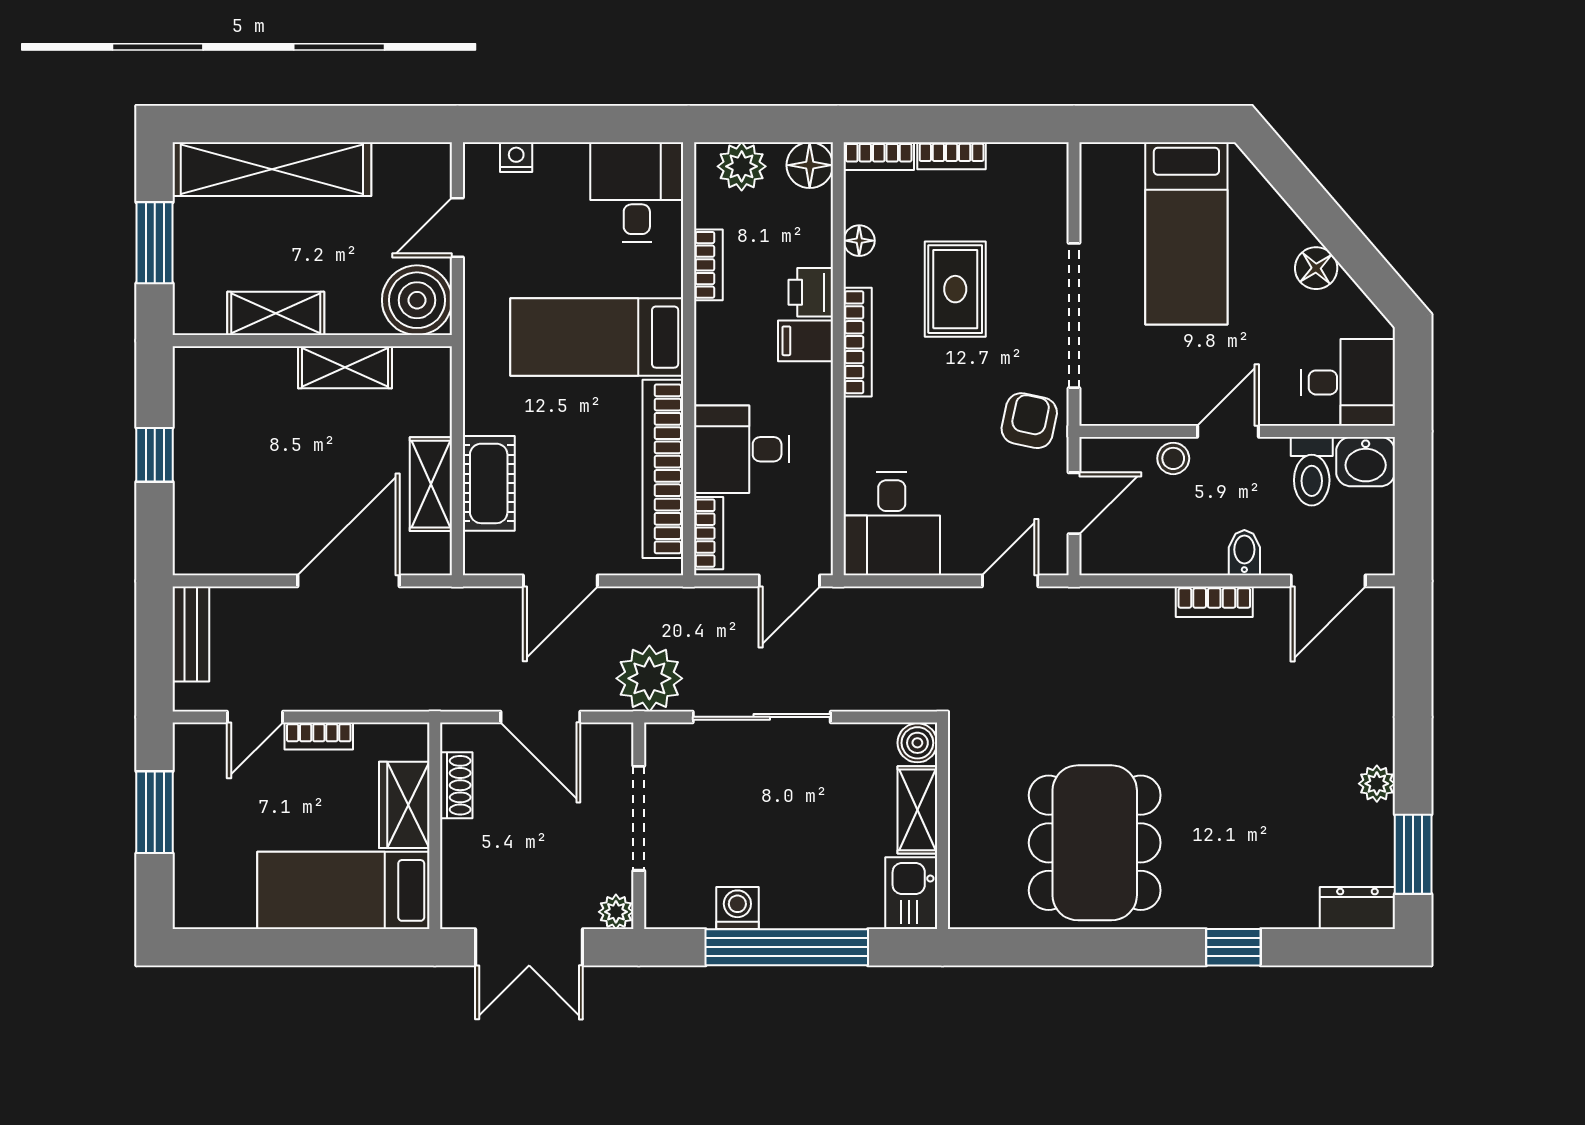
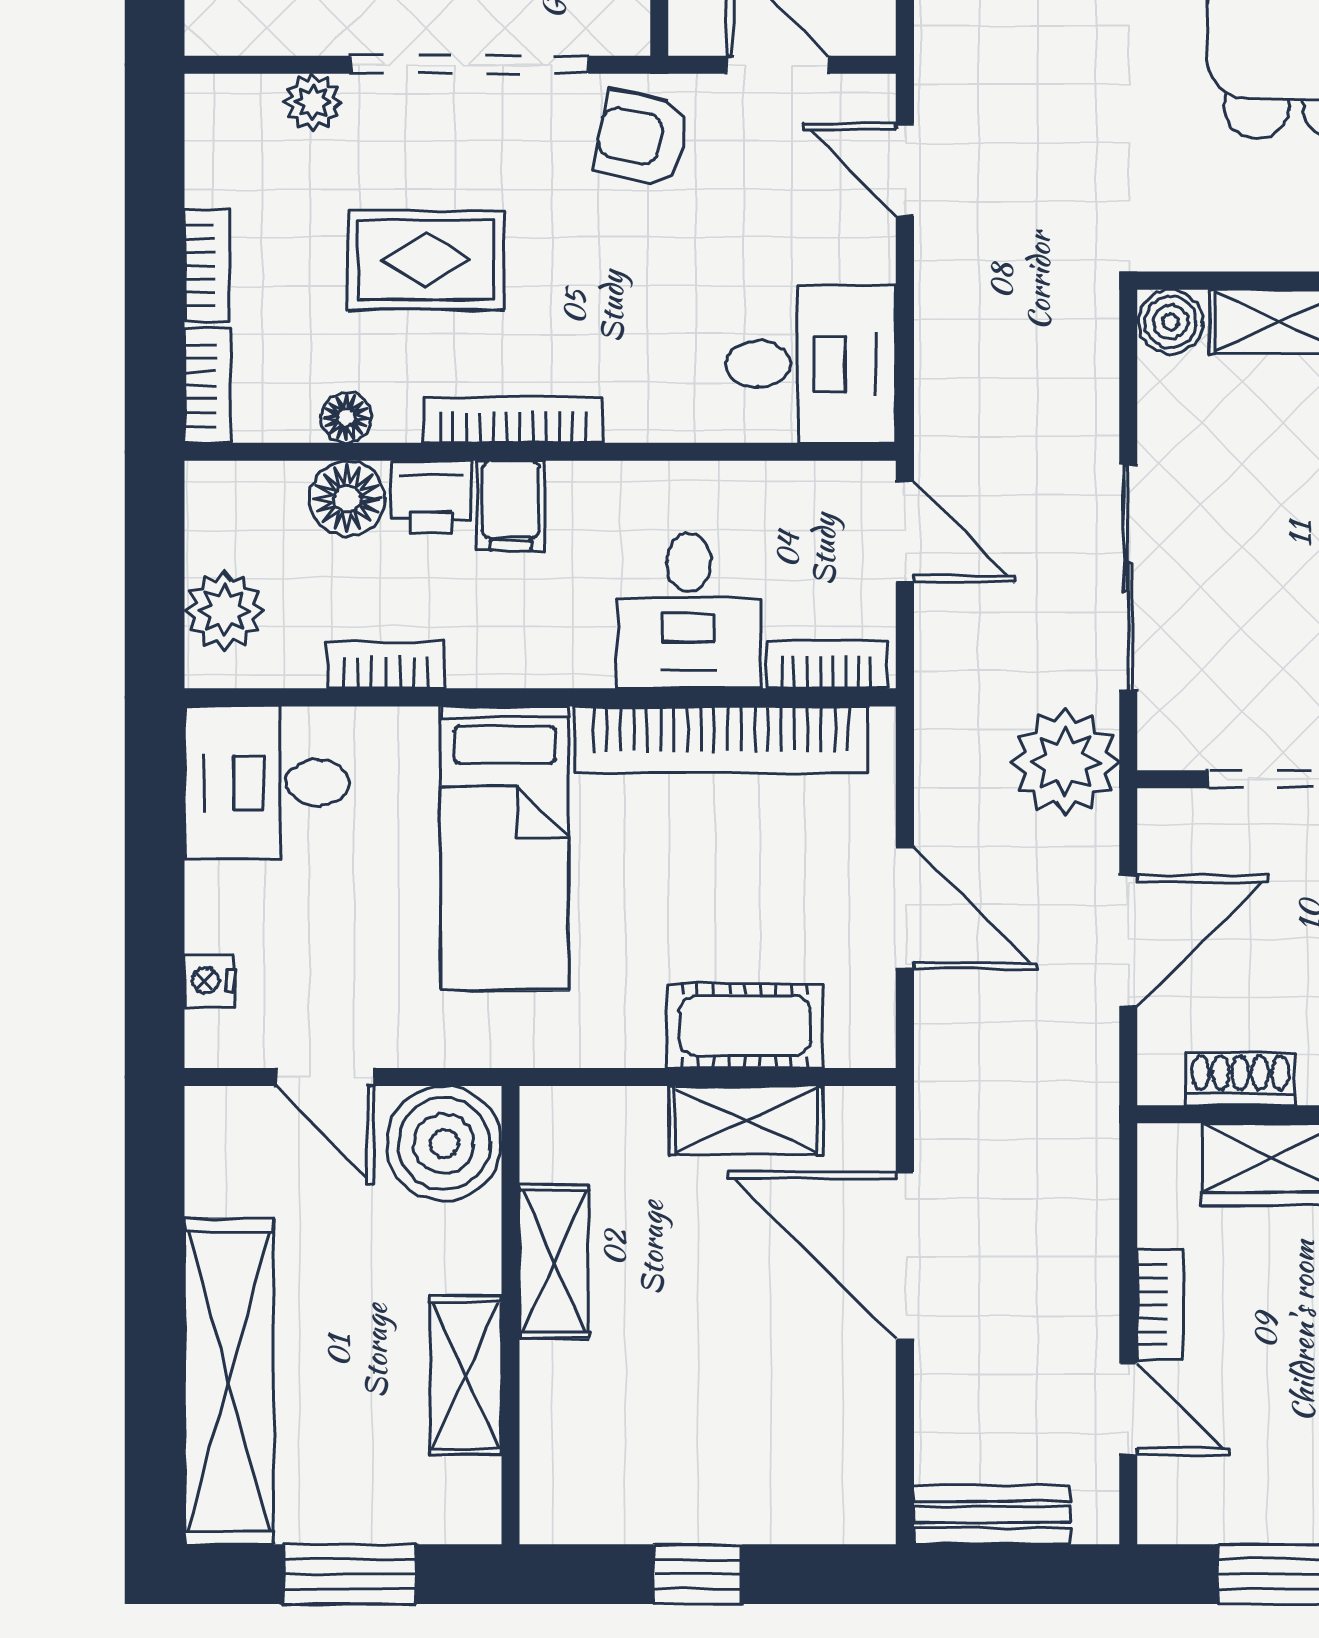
floor lamp: (810, 165) -> (347, 499), moved
plant: (1051, 220) -> (313, 102), added

